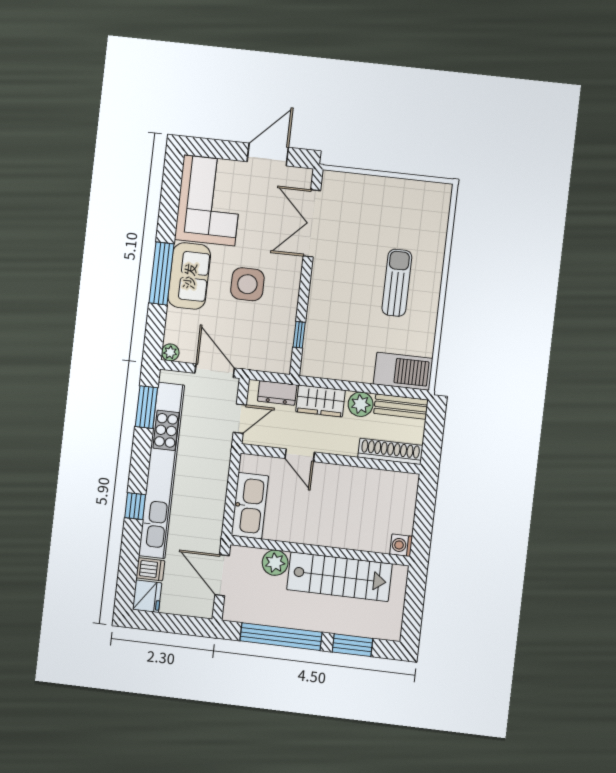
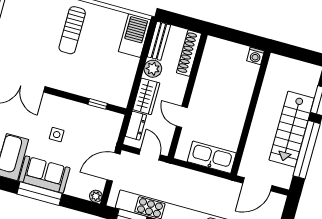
sun lounger: (397, 283) -> (72, 30), turned -90
side table: (247, 284) -> (57, 135), width x0.54, depth x0.54
door: (300, 455) -> (182, 117), swing flipped
plant: (275, 563) -> (254, 146), removed
stairs: (339, 577) -> (292, 129), moved, turned 180

